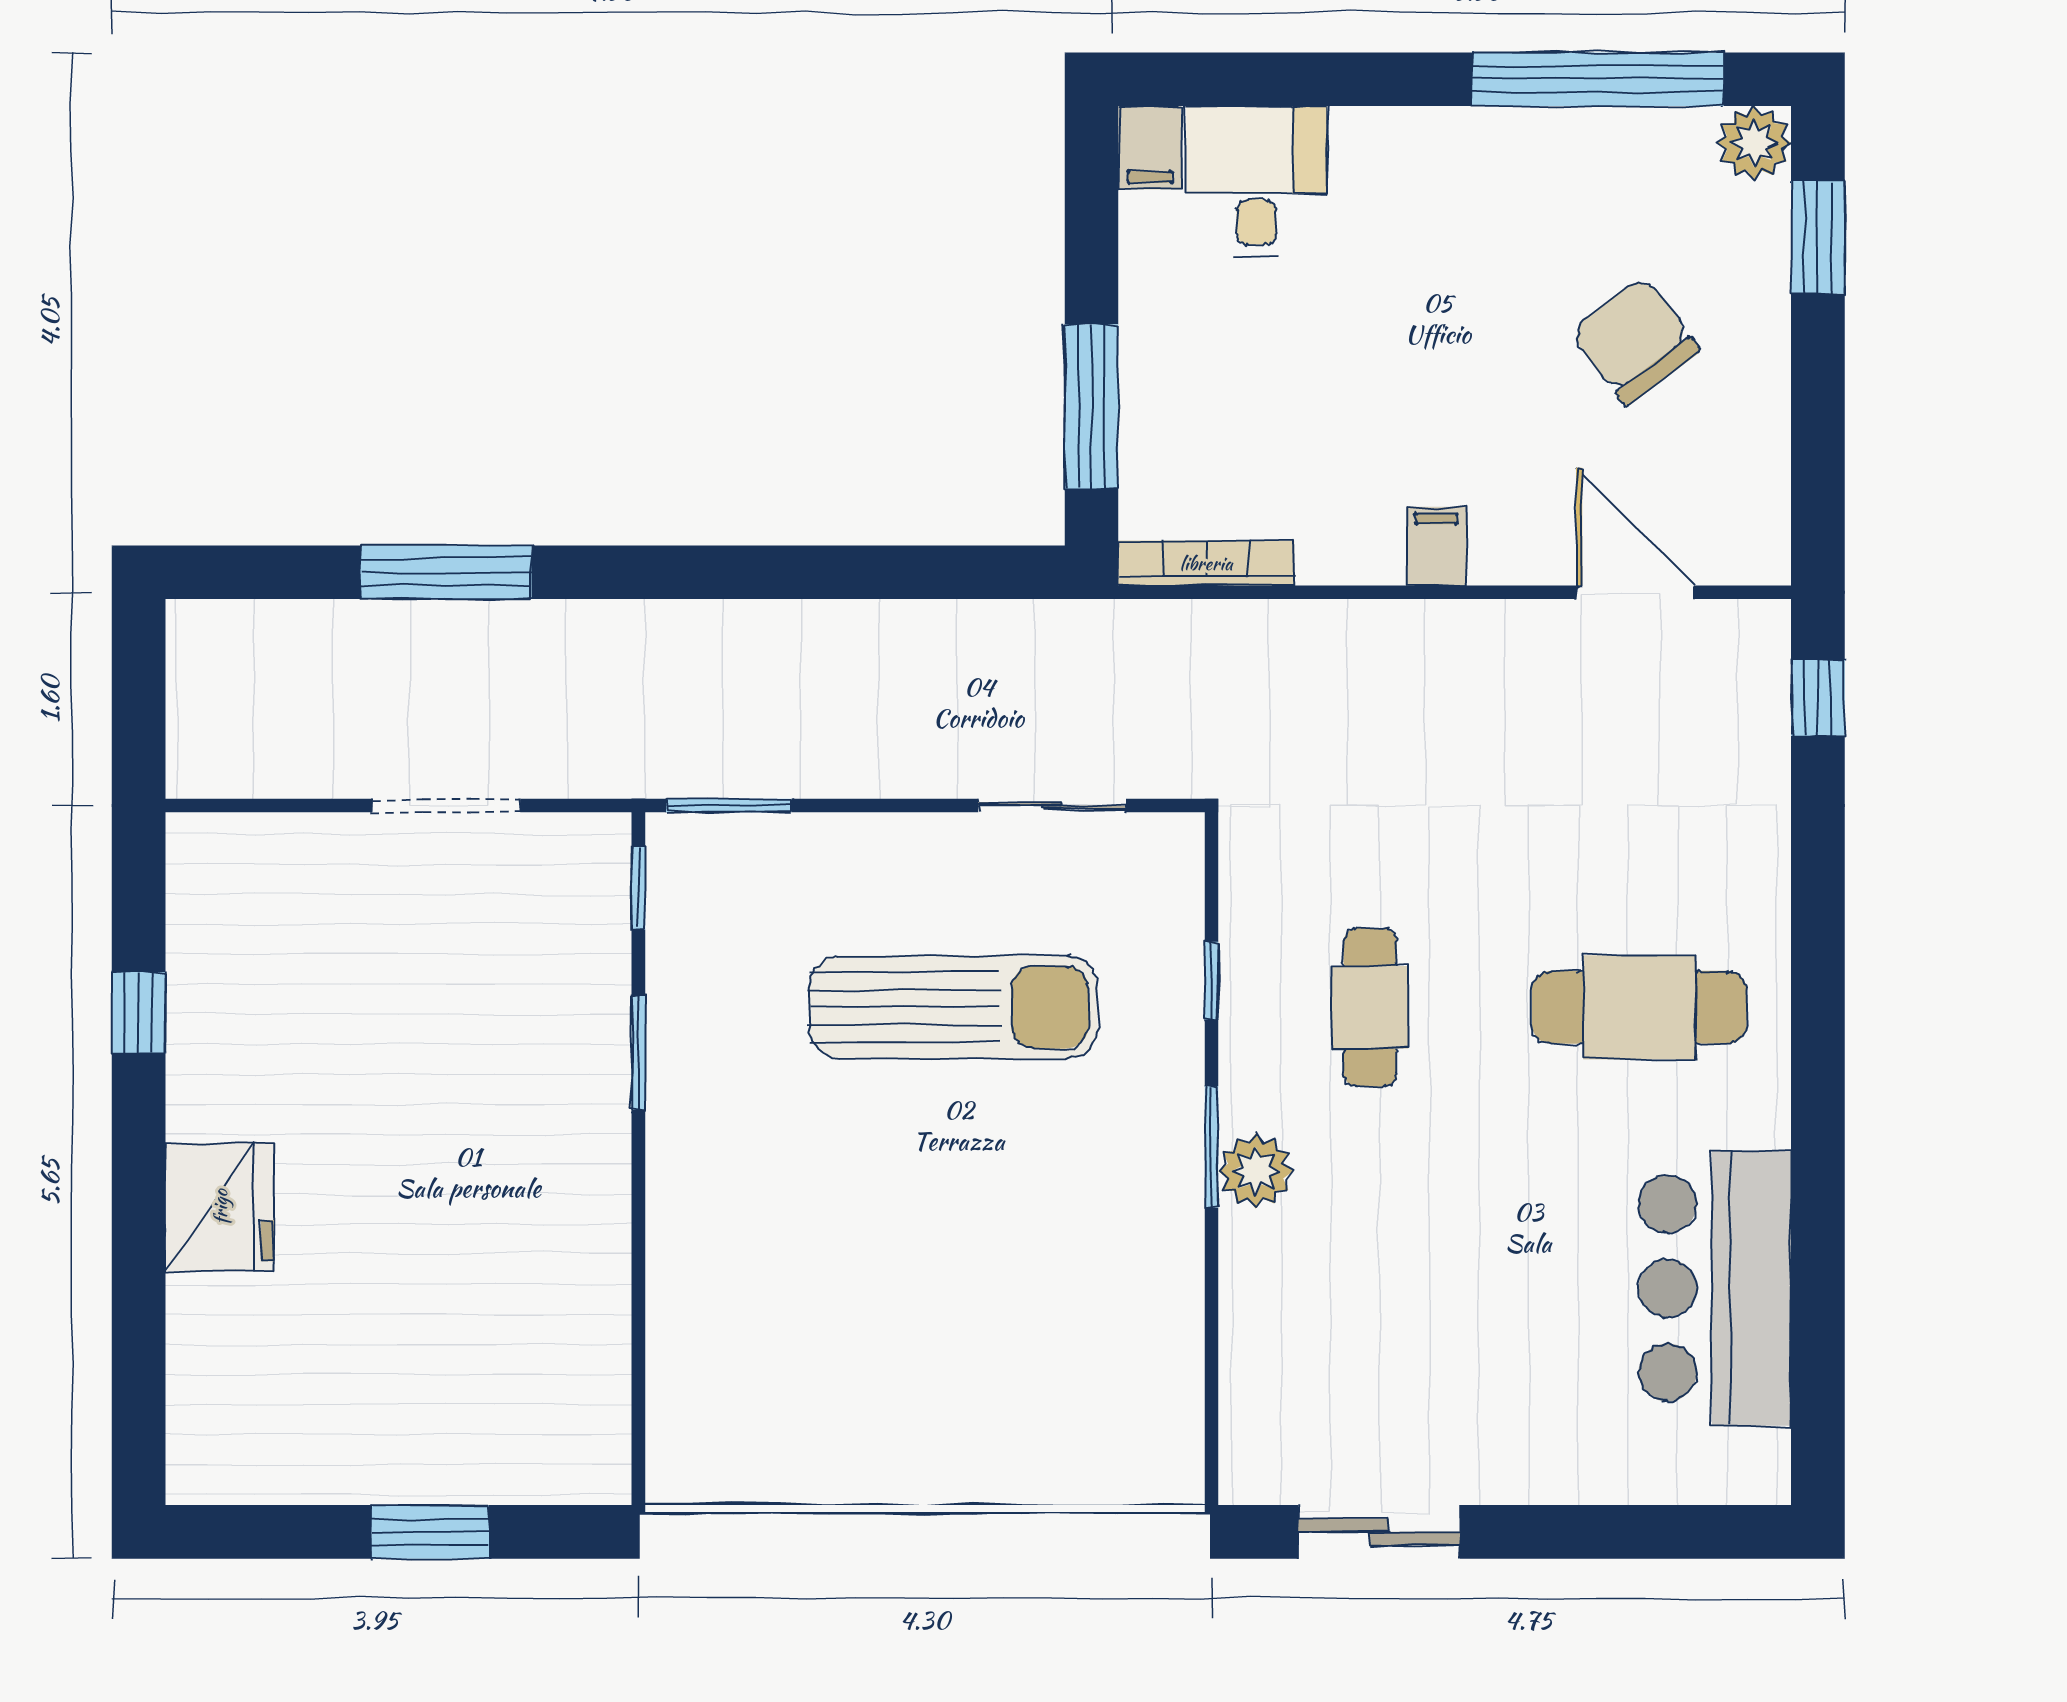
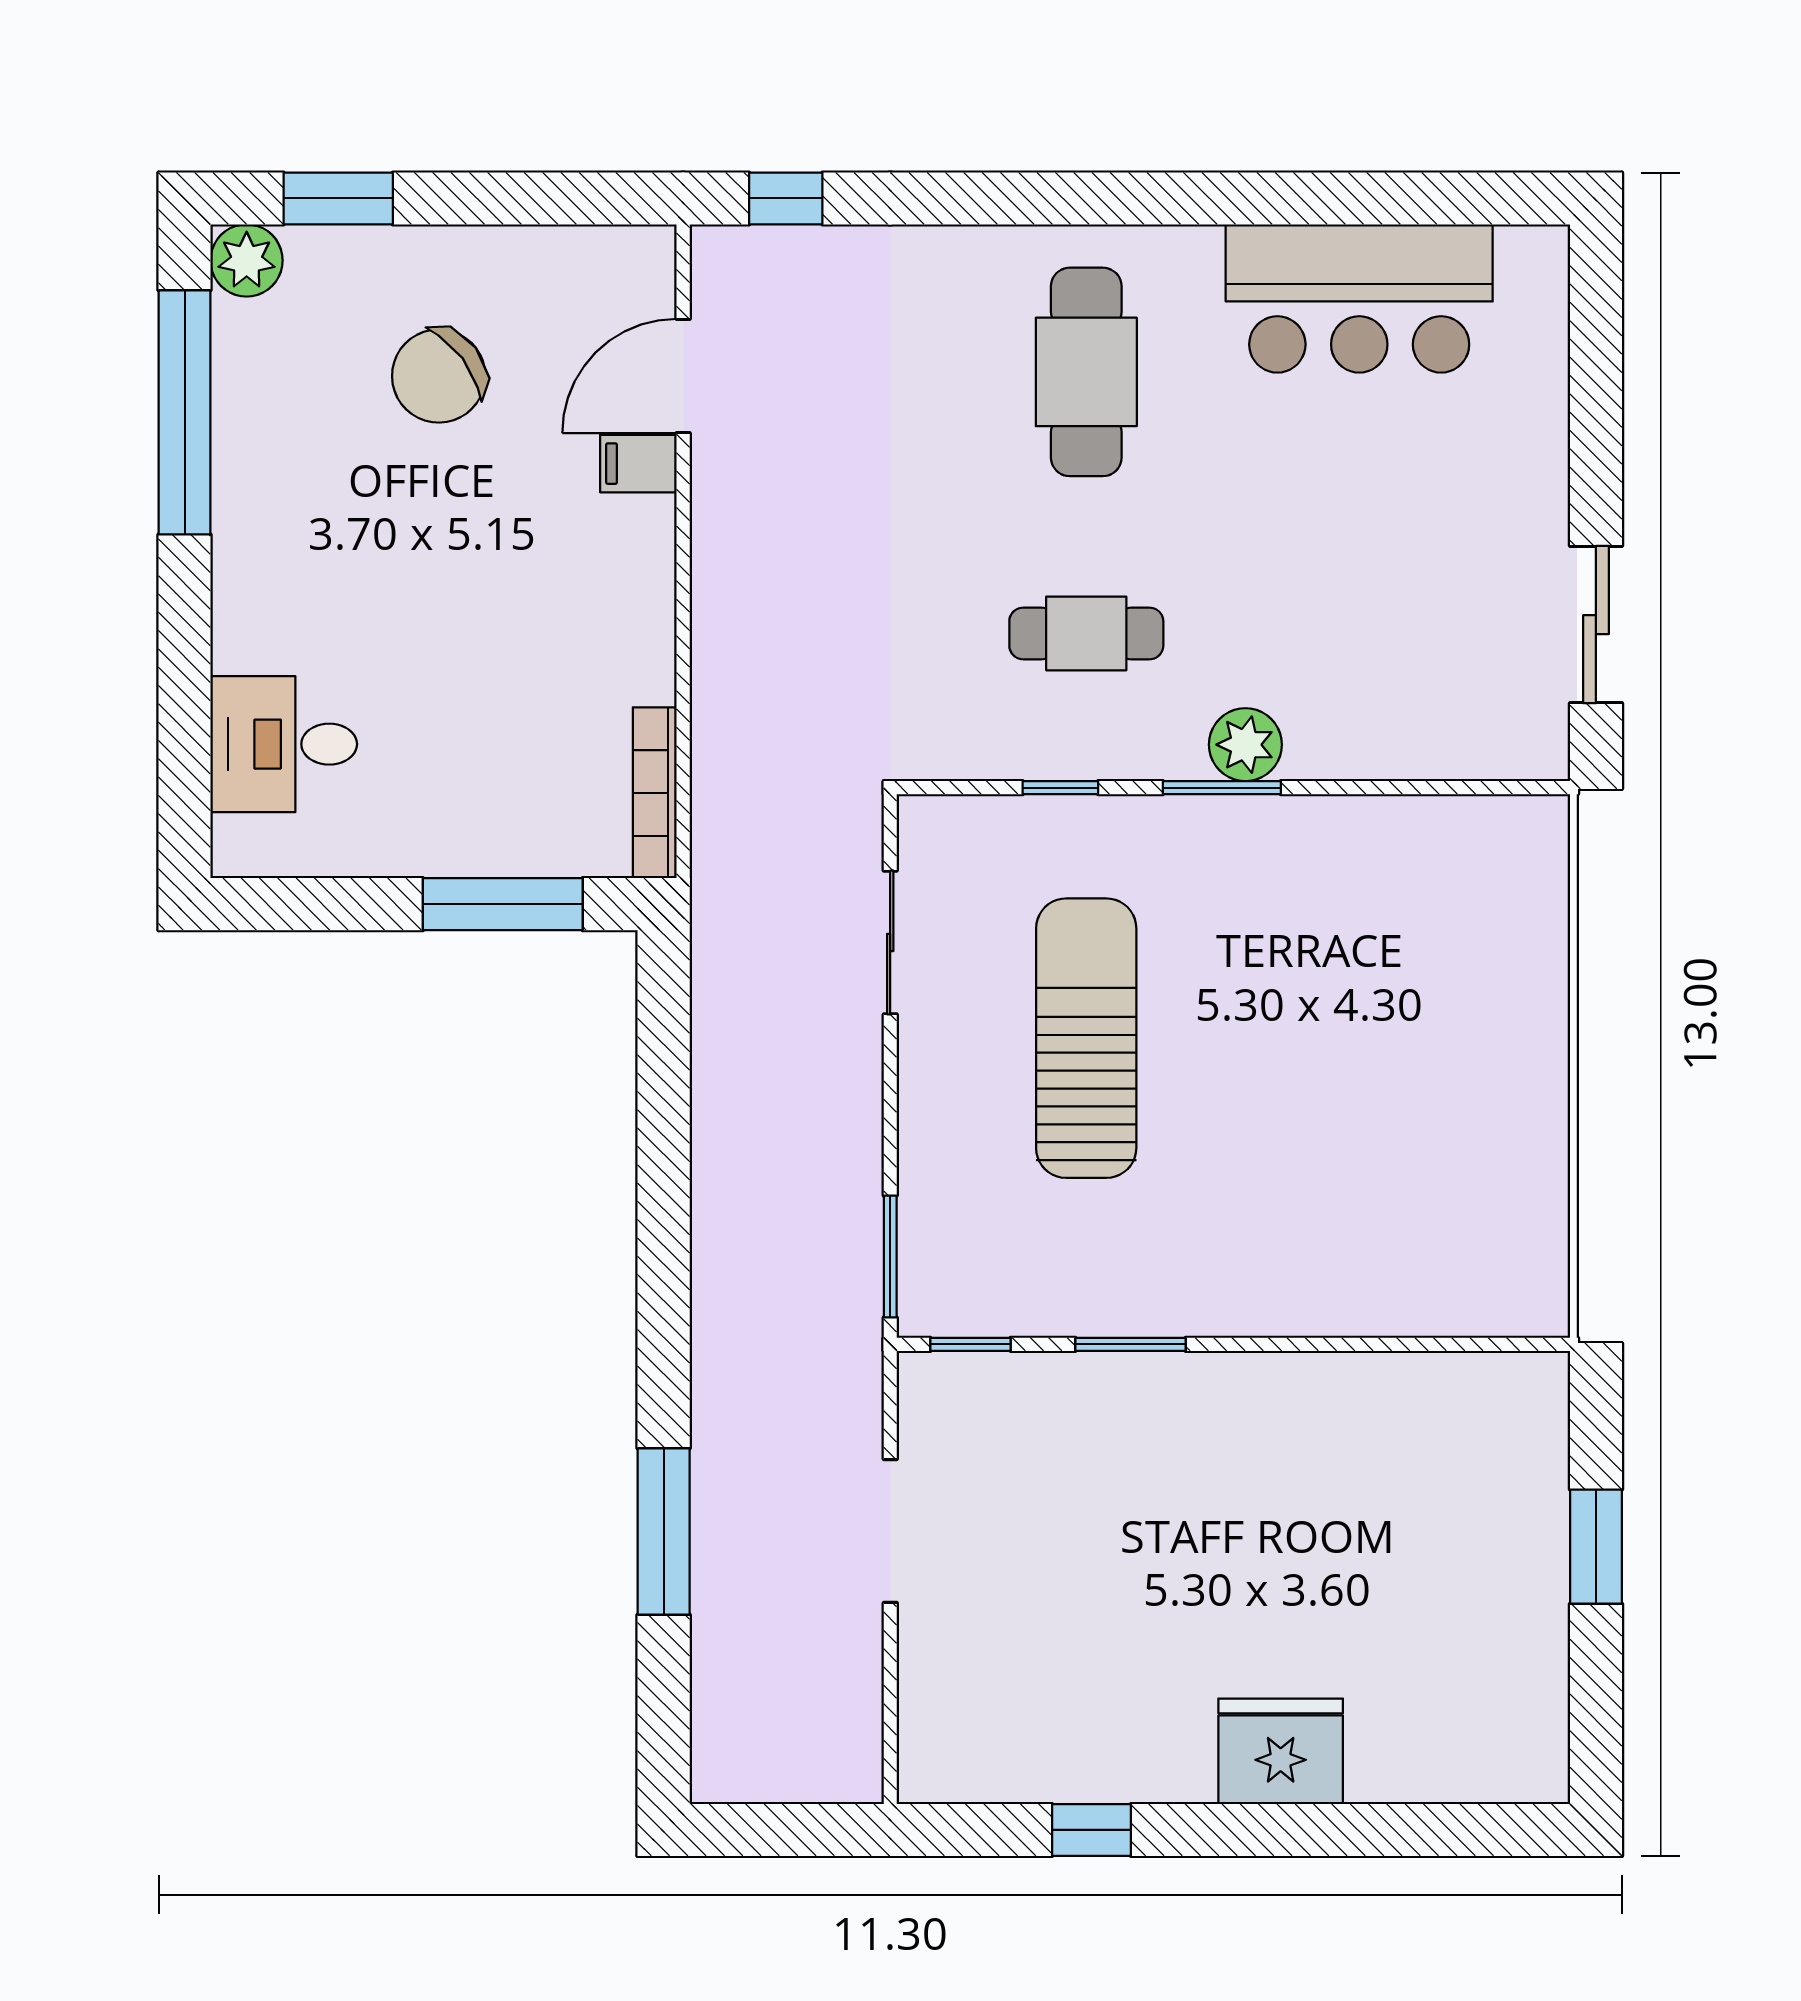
filing cabinet: (1150, 148) -> (251, 848), removed
filing cabinet: (1437, 546) -> (638, 464), moved

